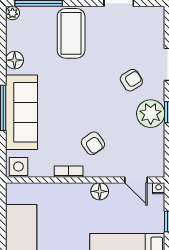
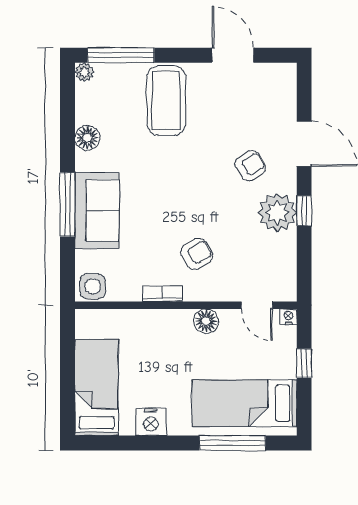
sofa: (22, 112) -> (97, 211), width x0.73
armchair: (93, 143) -> (197, 254), turned -86

